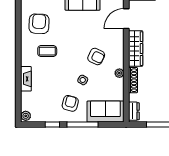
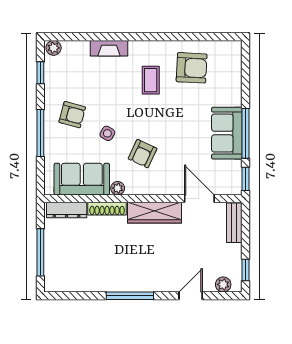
dresser: (134, 111) -> (67, 210), width x1.44
sofa: (105, 112) -> (82, 179), moved, turned -90
window: (52, 125) -> (40, 73), moved

